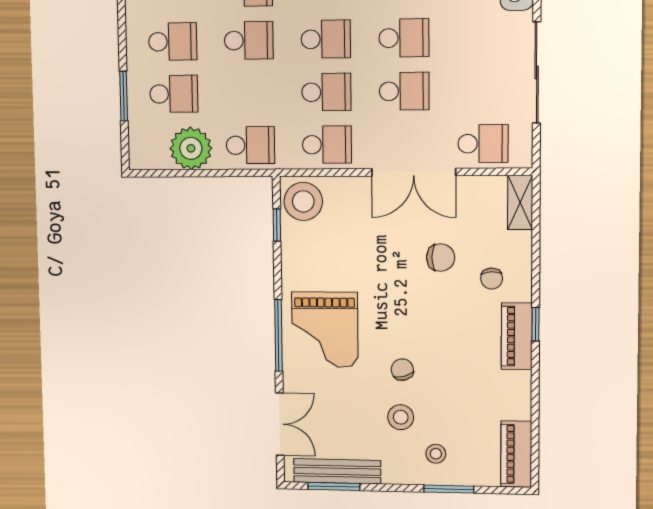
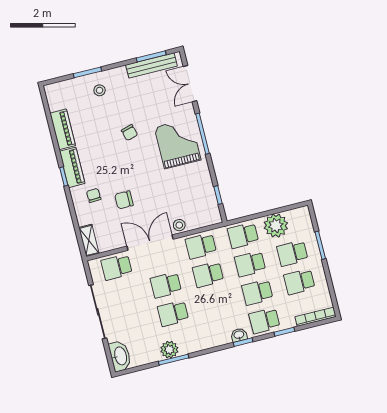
school desk: (326, 39) -> (250, 264), moved
stool: (303, 201) -> (179, 225), moved, width x0.53, depth x0.53
stool: (401, 417) -> (124, 106), removed
piano: (516, 454) -> (63, 129), moved

